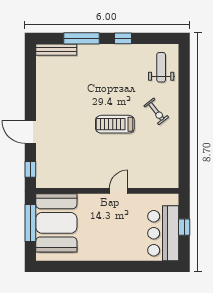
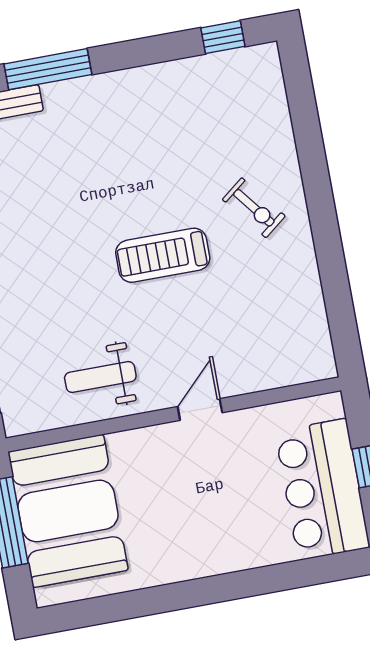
window: (123, 38) -> (223, 37), moved
weight bench: (161, 67) -> (100, 377), moved, turned -90

